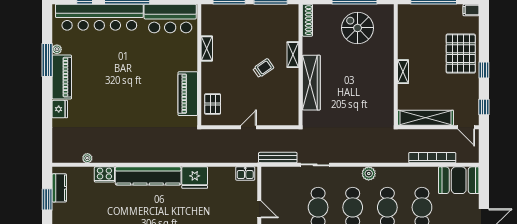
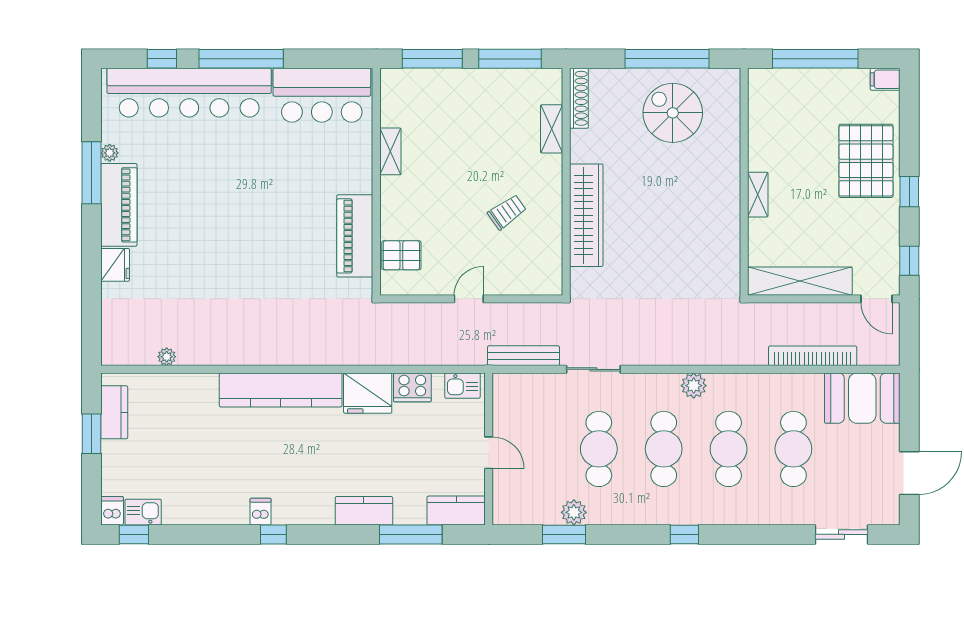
shelving: (293, 55) -> (552, 129), moved
trolley: (263, 68) -> (507, 212), moved
pallet: (213, 104) -> (401, 255), turned 90
cooker: (104, 174) -> (412, 387), moved

